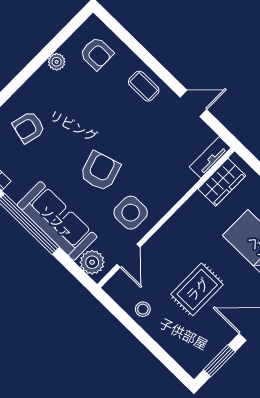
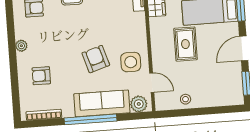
plant: (57, 62) -> (21, 46), moved
armchair: (29, 127) -> (41, 76), turned 76
rug: (197, 289) -> (185, 44), moved

